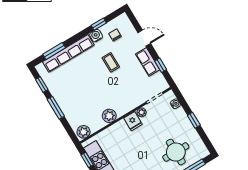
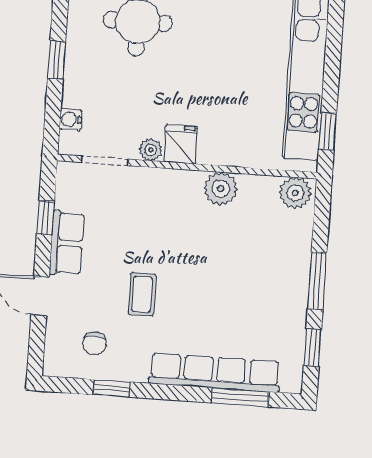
water cooler: (96, 36) -> (134, 369), removed

